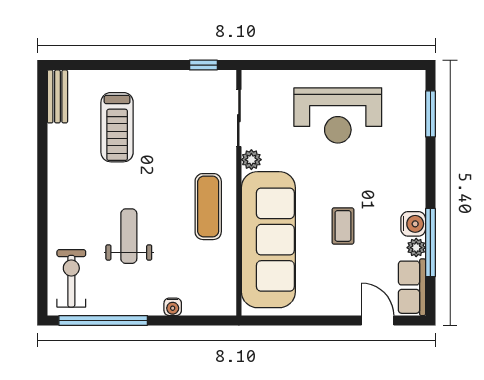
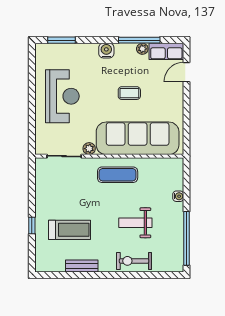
window: (203, 65) -> (32, 226), moved
bench: (57, 96) -> (82, 266), moved
water cooler: (413, 224) -> (106, 51), moved
exercise bike: (71, 278) -> (134, 261), moved

